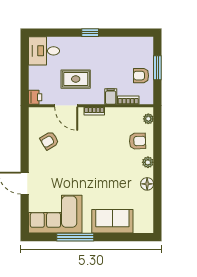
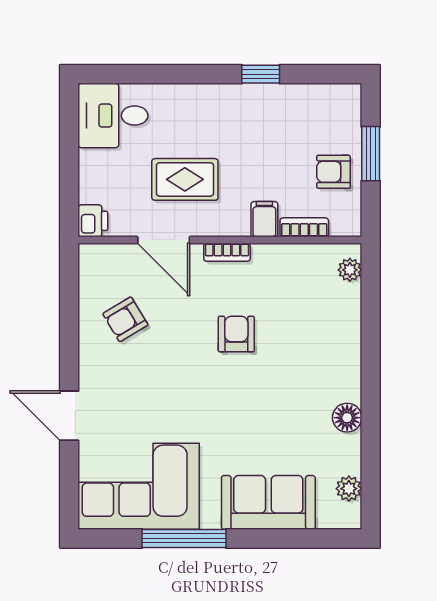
window: (90, 33) -> (261, 74), moved
armchair: (137, 141) -> (236, 334), moved, turned -88
plant: (148, 162) -> (349, 489), moved

